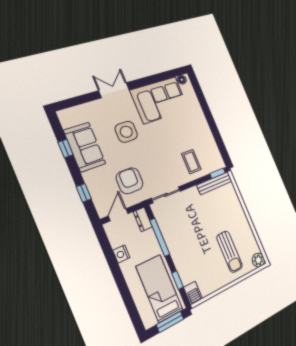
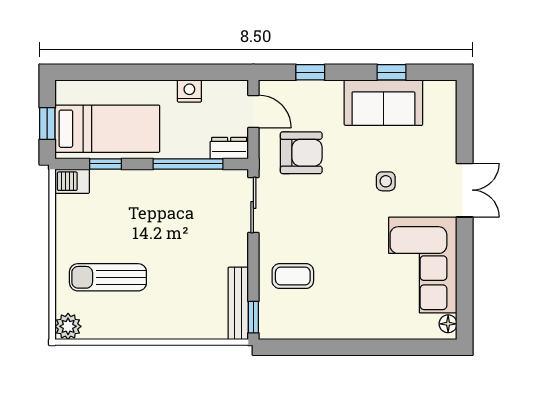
side table: (126, 132) -> (386, 181), width x0.54, depth x0.54
window: (170, 322) -> (47, 124), width x0.67

